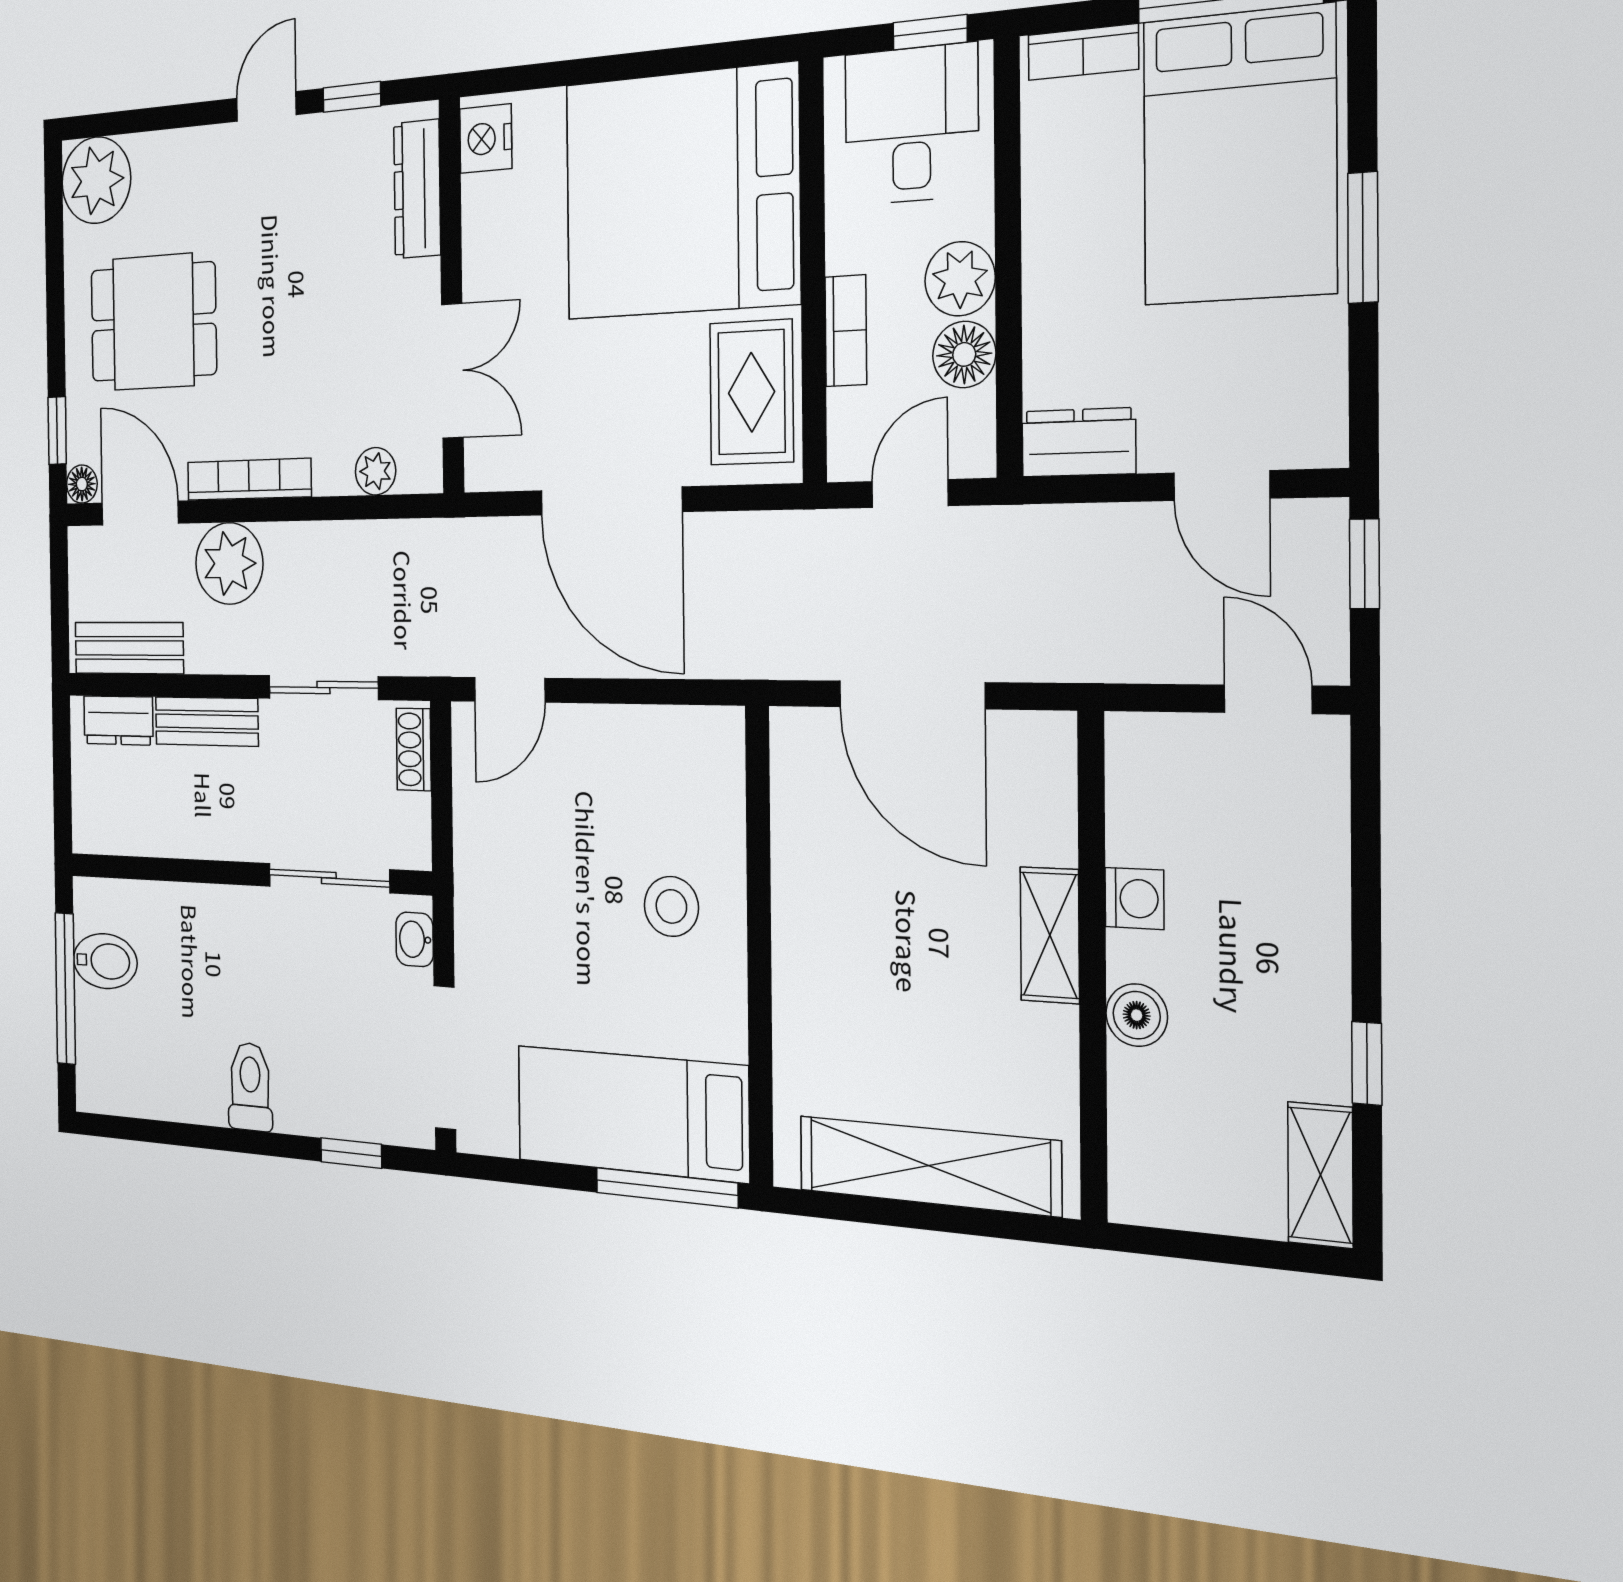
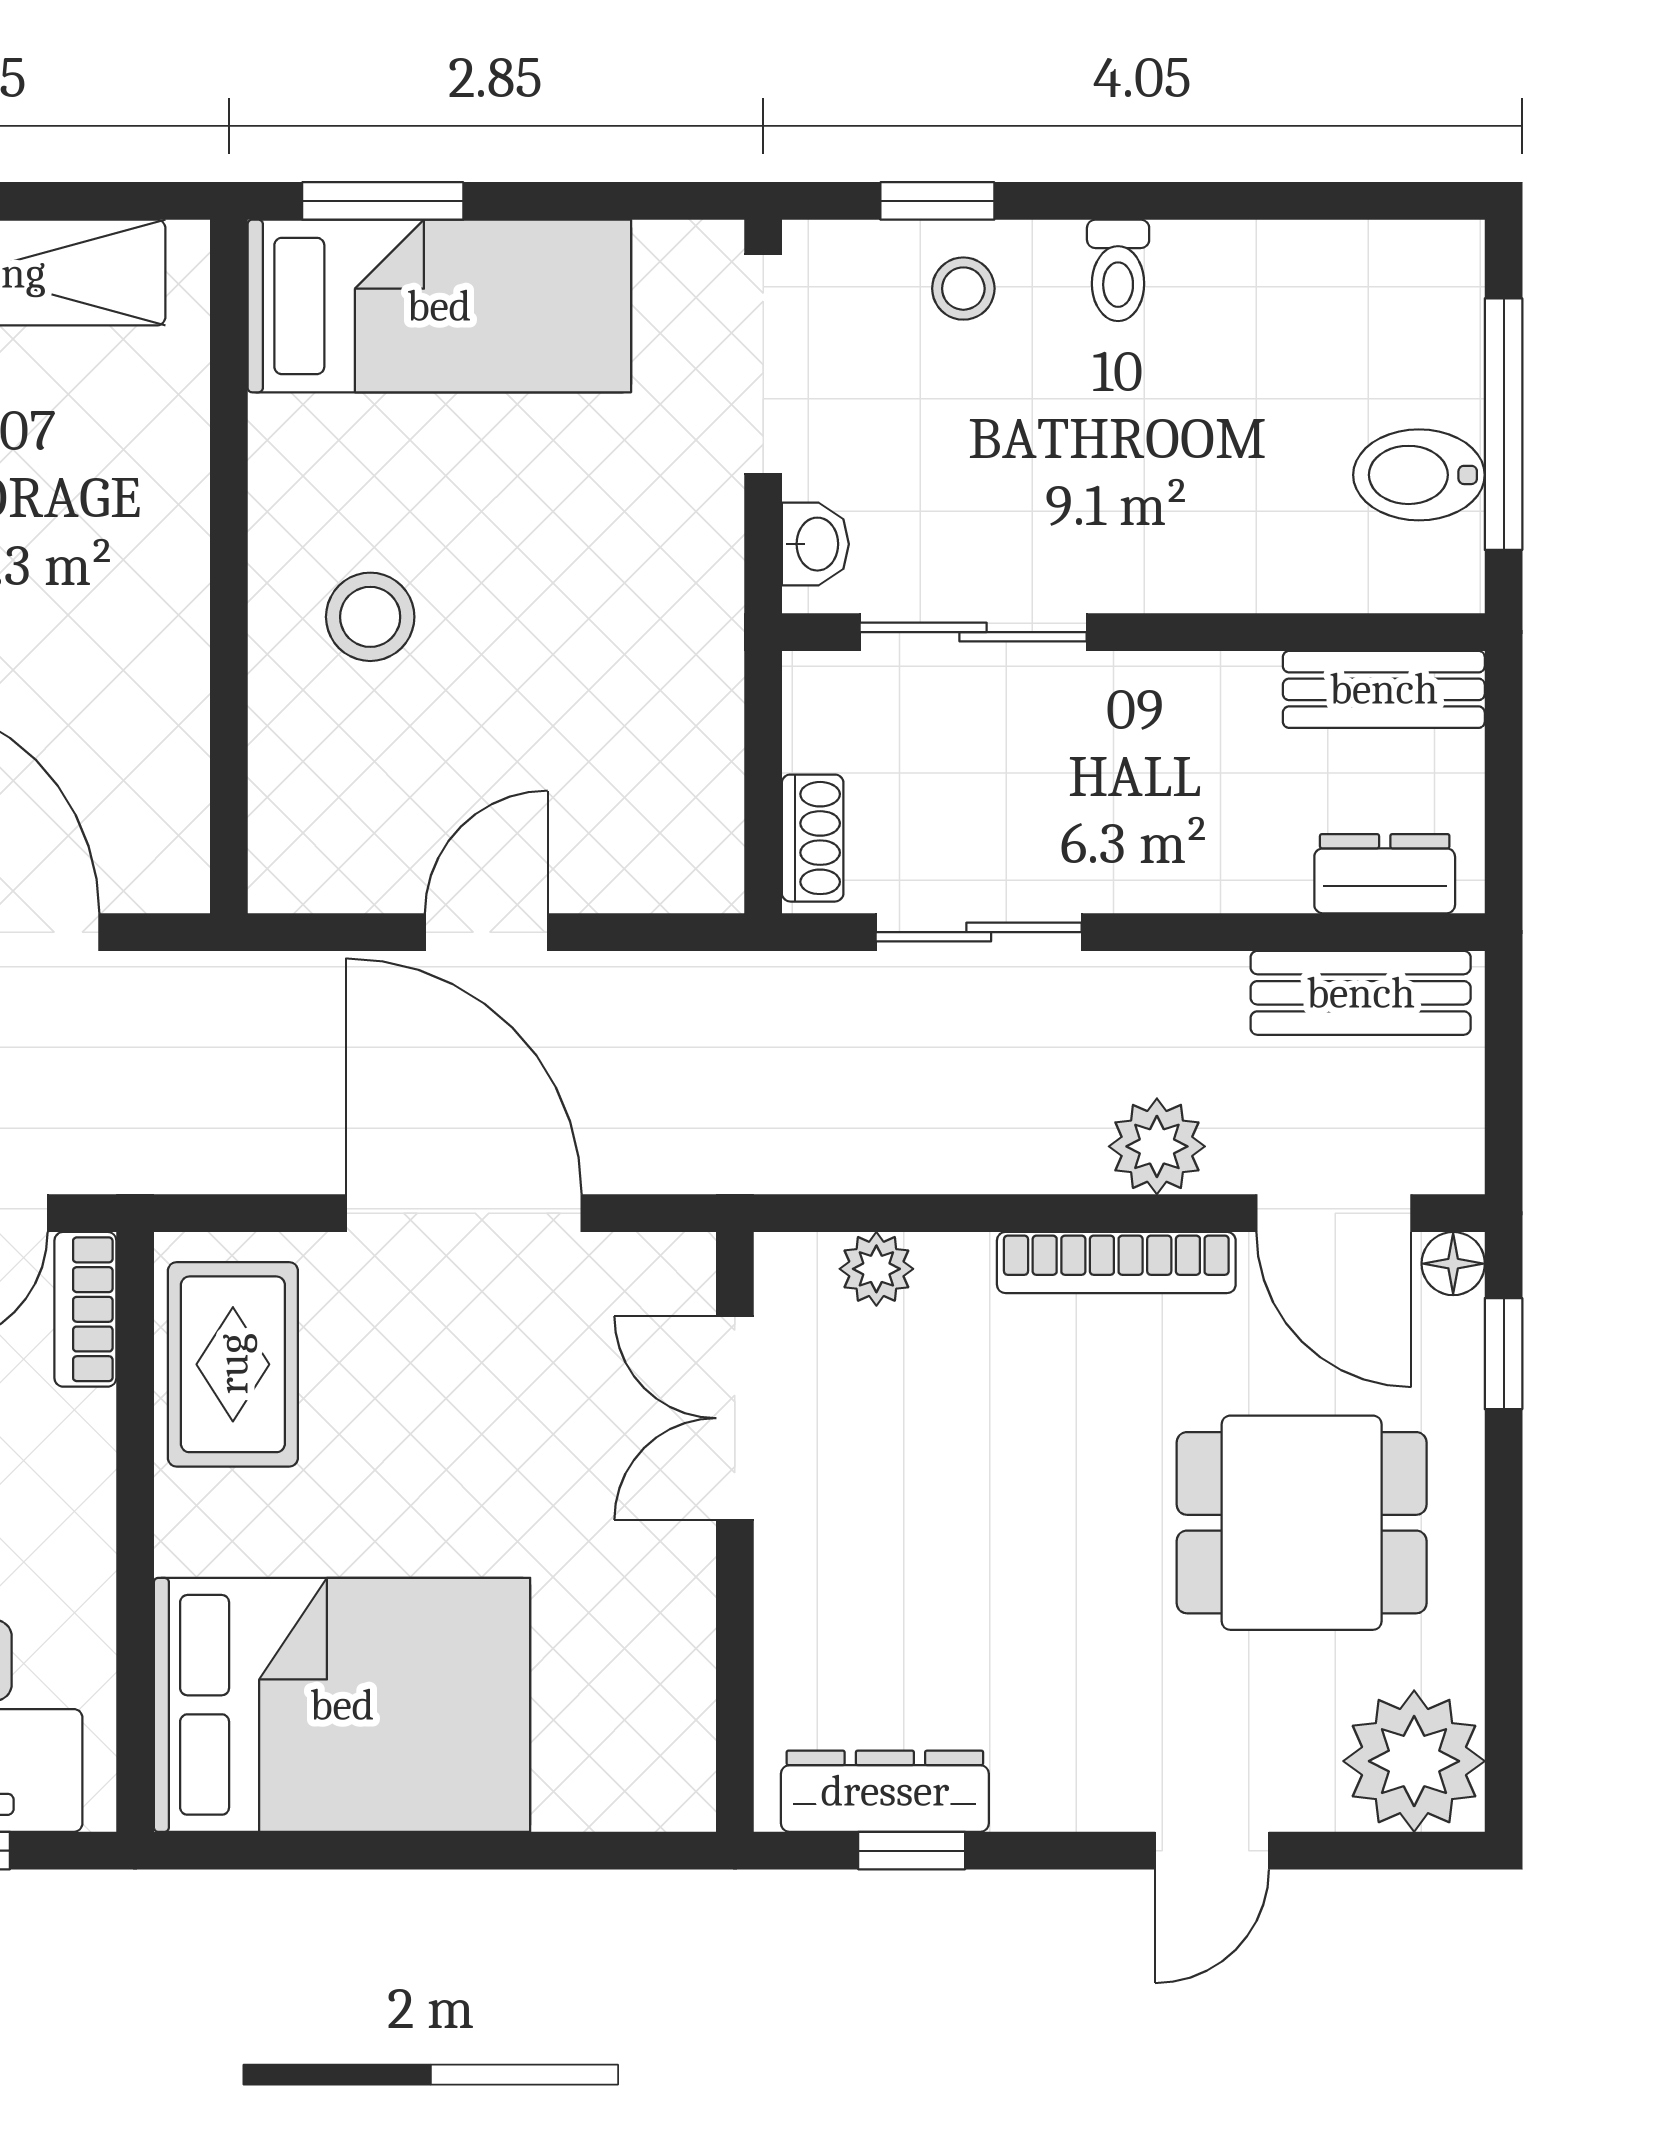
door: (266, 106) -> (1212, 1851), moved
nightstand: (486, 139) -> (671, 1765), removed
dresser: (417, 189) -> (885, 1791), moved, turned -90
bed: (682, 193) -> (342, 1705), width x0.73
bookcase: (846, 331) -> (85, 1309), moved
plant: (229, 564) -> (1157, 1146), width x0.73, depth x0.73
door: (510, 690) -> (486, 932), moved
bench: (207, 722) -> (1384, 689), moved
toilet: (250, 1087) -> (1118, 270), width x0.73, depth x0.72
stool: (337, 1096) -> (963, 289), added
window: (667, 1188) -> (383, 201), width x0.69

